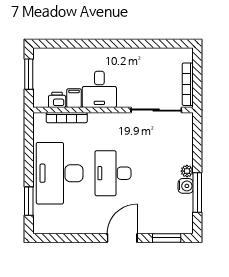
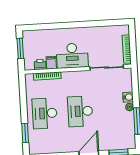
desk: (99, 89) -> (72, 56), width x1.37
desk: (60, 173) -> (45, 113), width x0.73, depth x0.77
water cooler: (186, 186) -> (128, 97), moved

